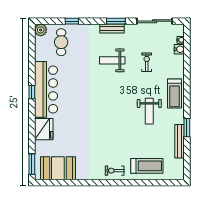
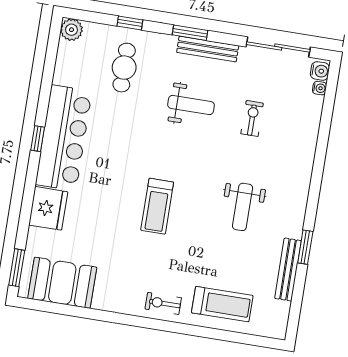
window: (116, 21) -> (190, 33), moved
bench: (112, 28) -> (208, 49), width x1.36
cafe table: (61, 42) -> (124, 68), moved
water cooler: (179, 49) -> (320, 71), moved
weight bench: (112, 60) -> (191, 105), turned 180
treadmill: (174, 93) -> (157, 206), moved

